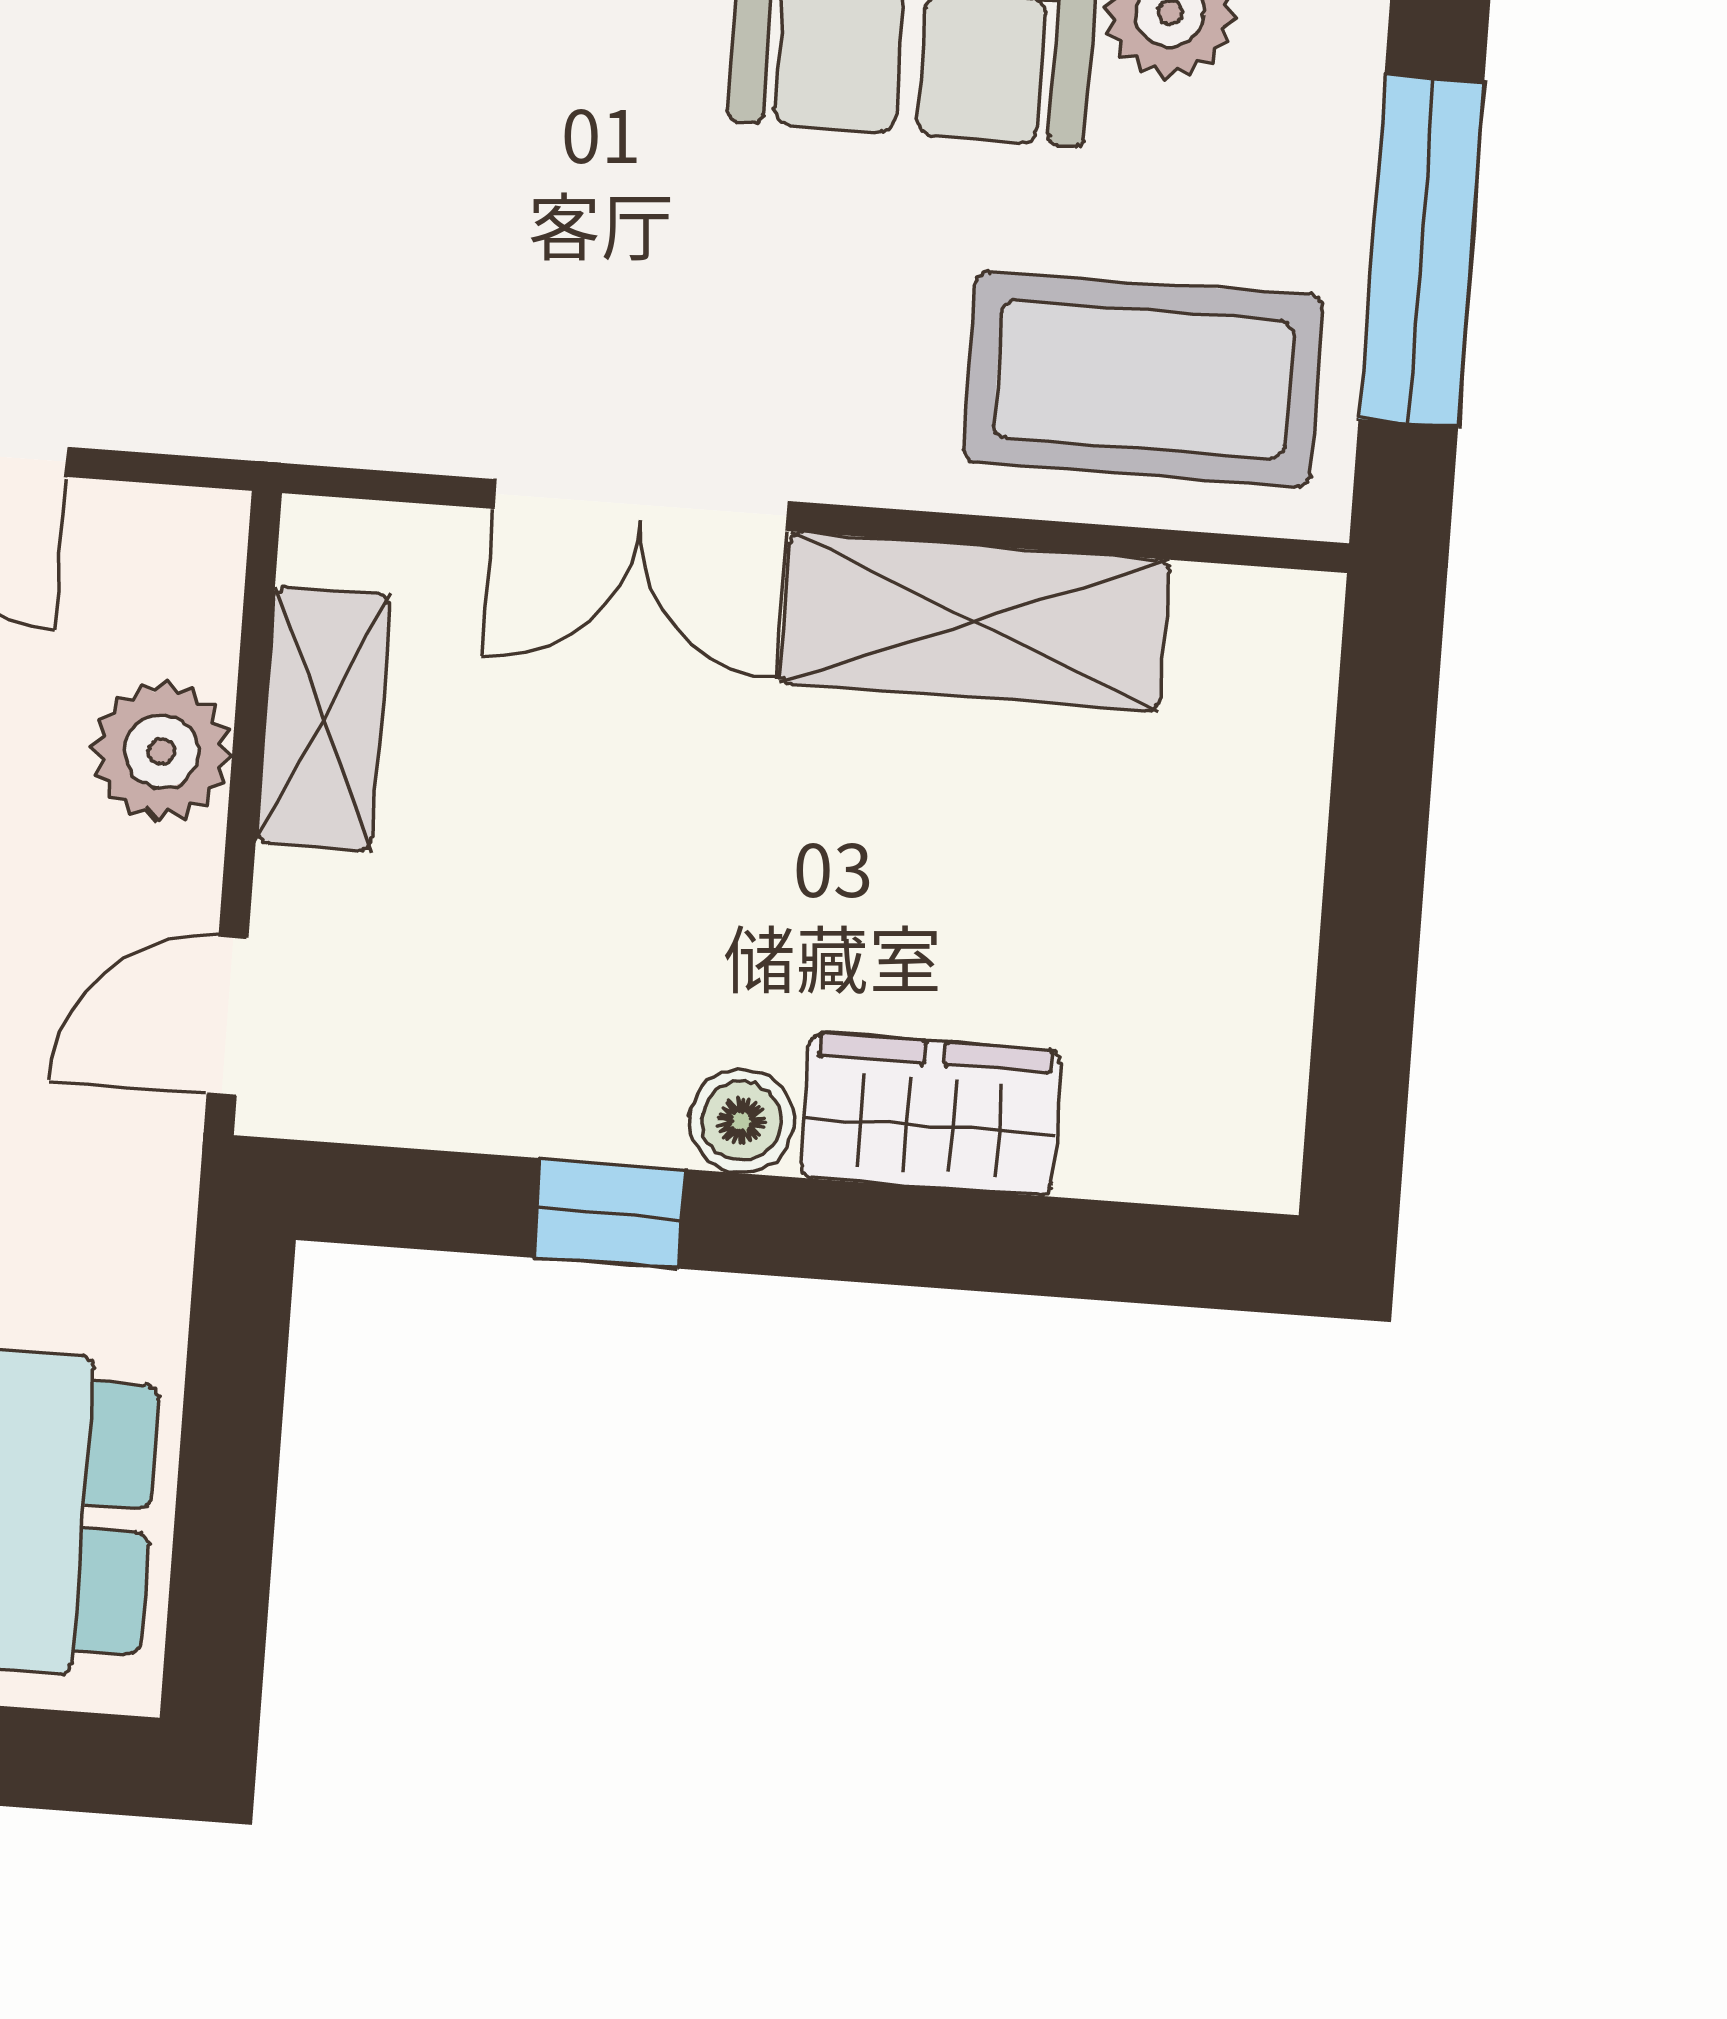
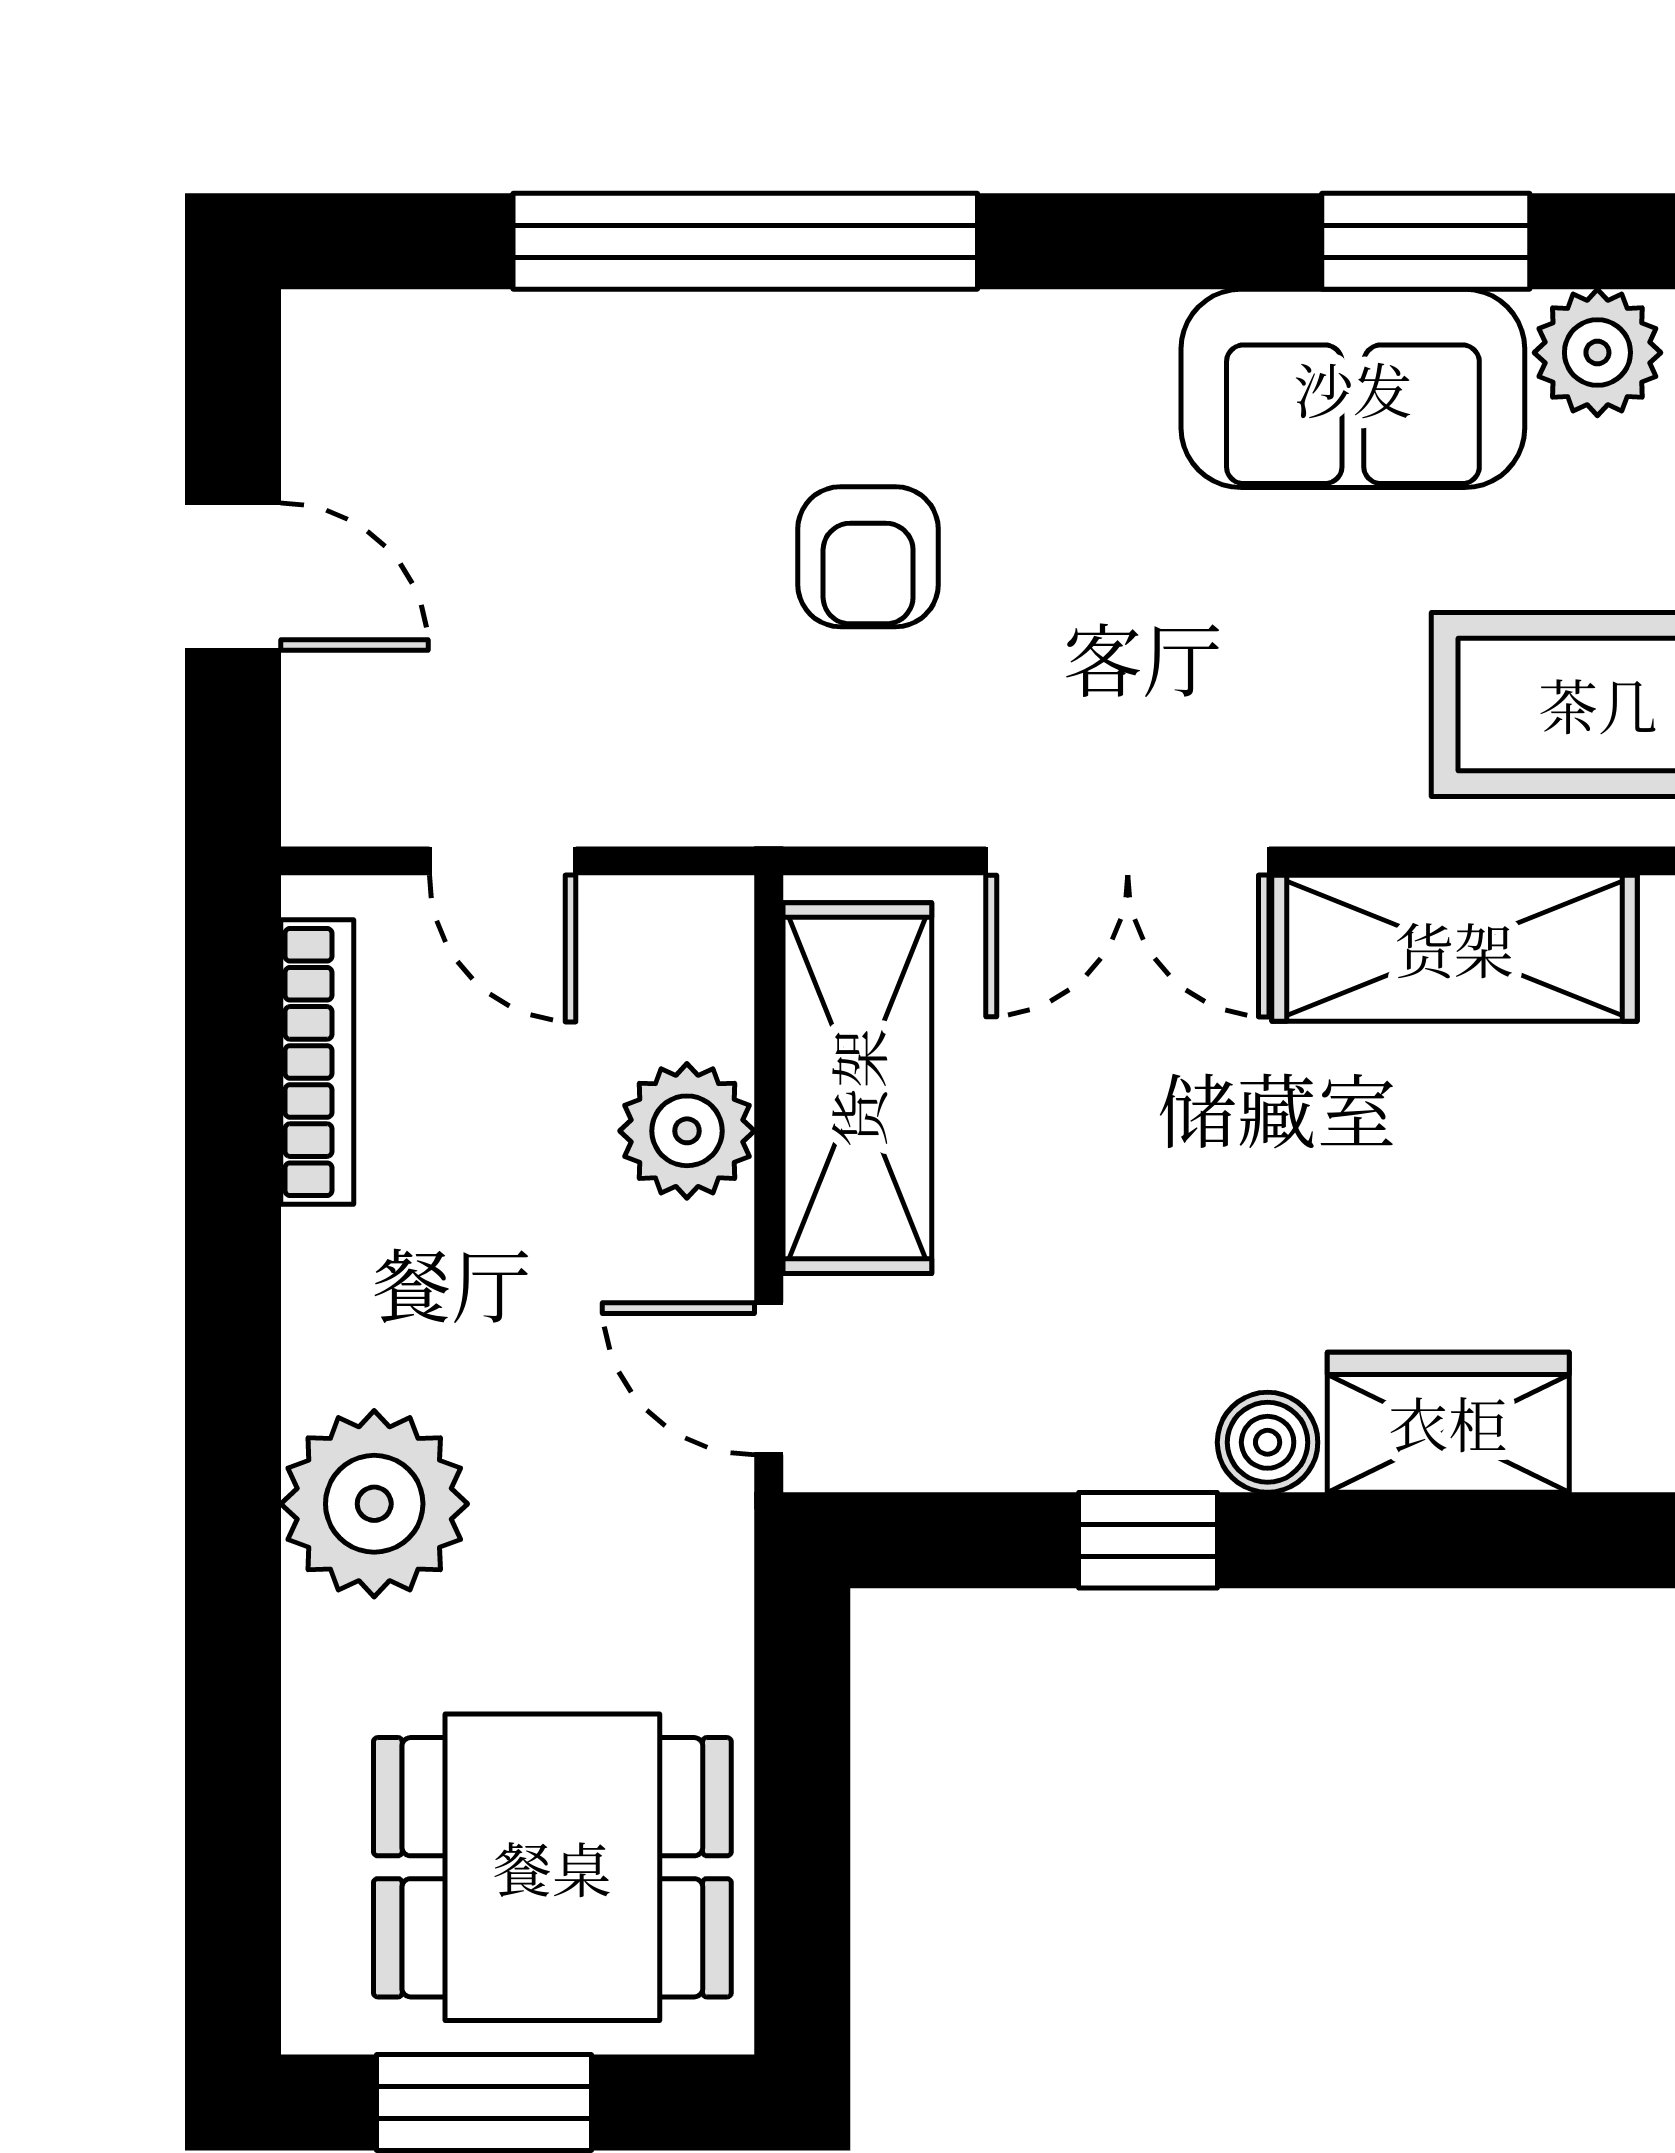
armchair: (395, 168) -> (868, 557), added
shelving: (323, 719) -> (857, 1088), width x1.50, depth x1.33
door: (228, 1016) -> (769, 1379), hinge flipped

